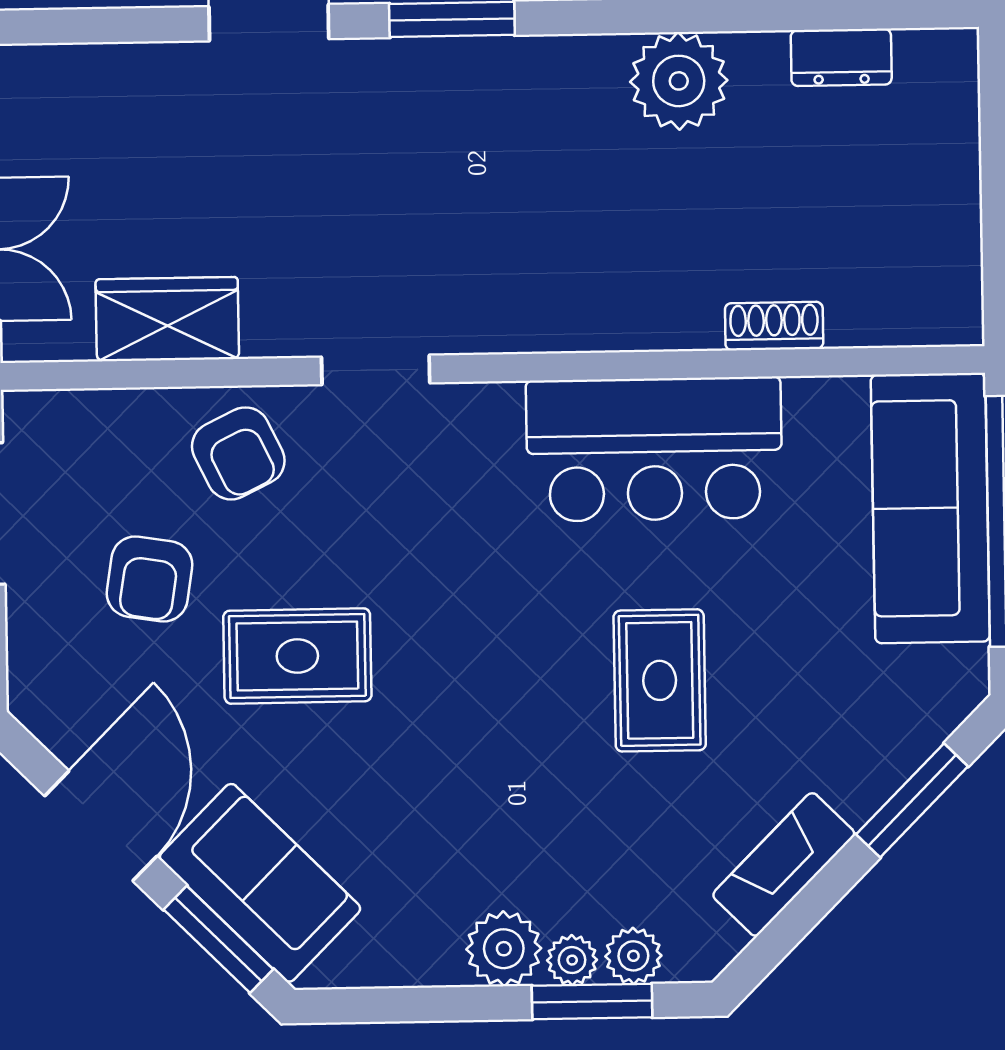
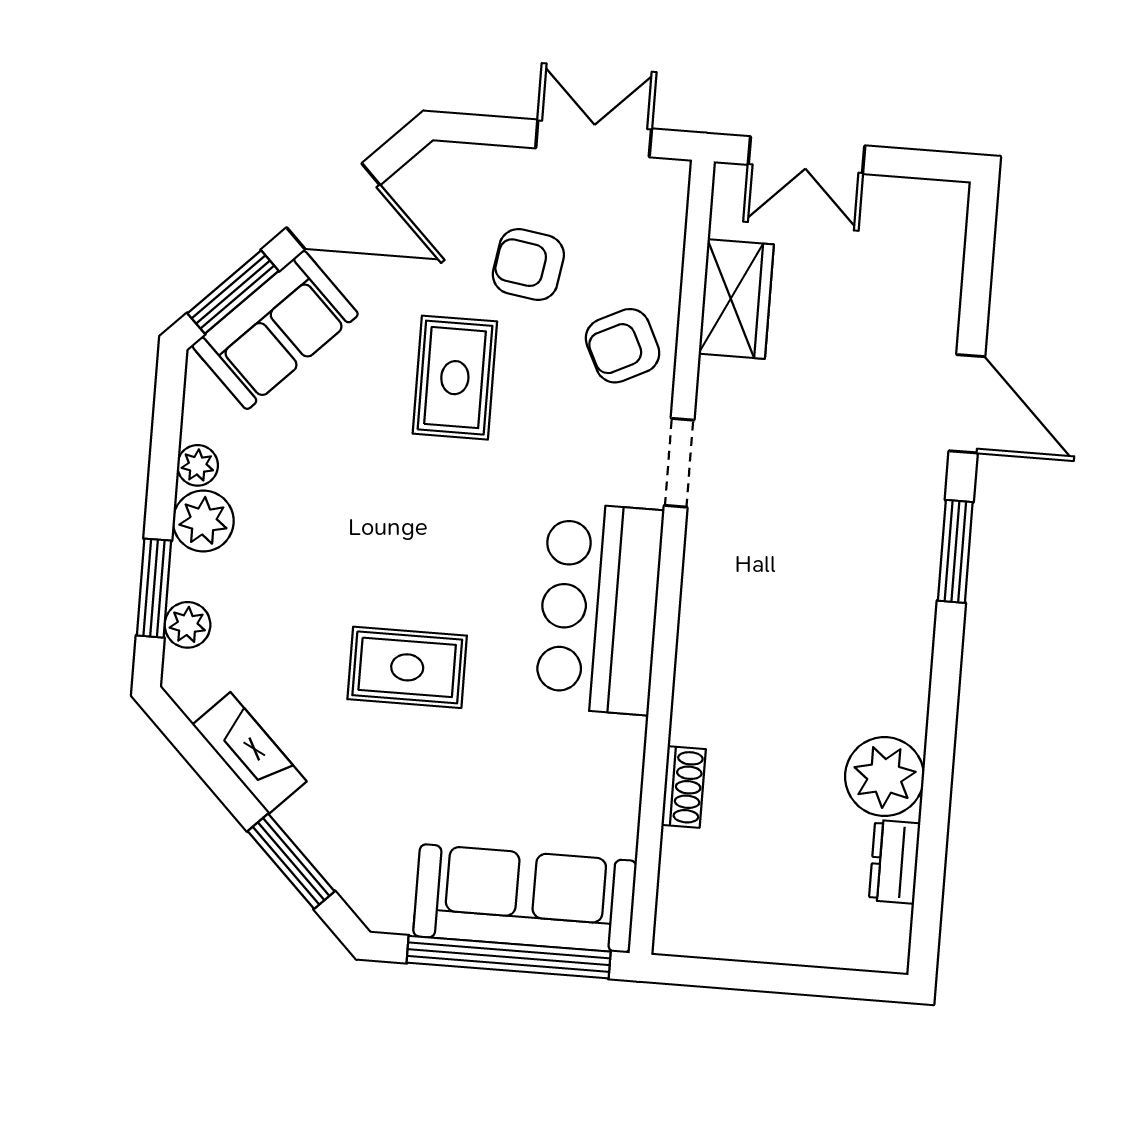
plant: (679, 81) -> (885, 777), moved
bar counter: (654, 449) -> (599, 608), moved
plant: (572, 960) -> (198, 465), moved

